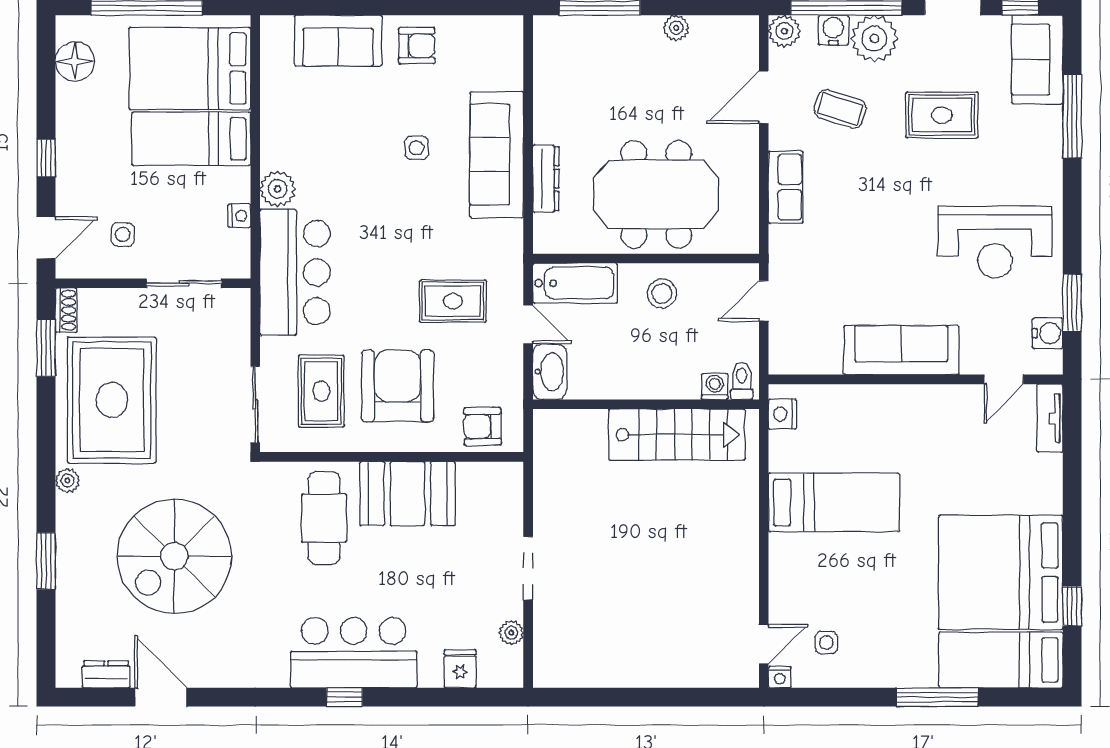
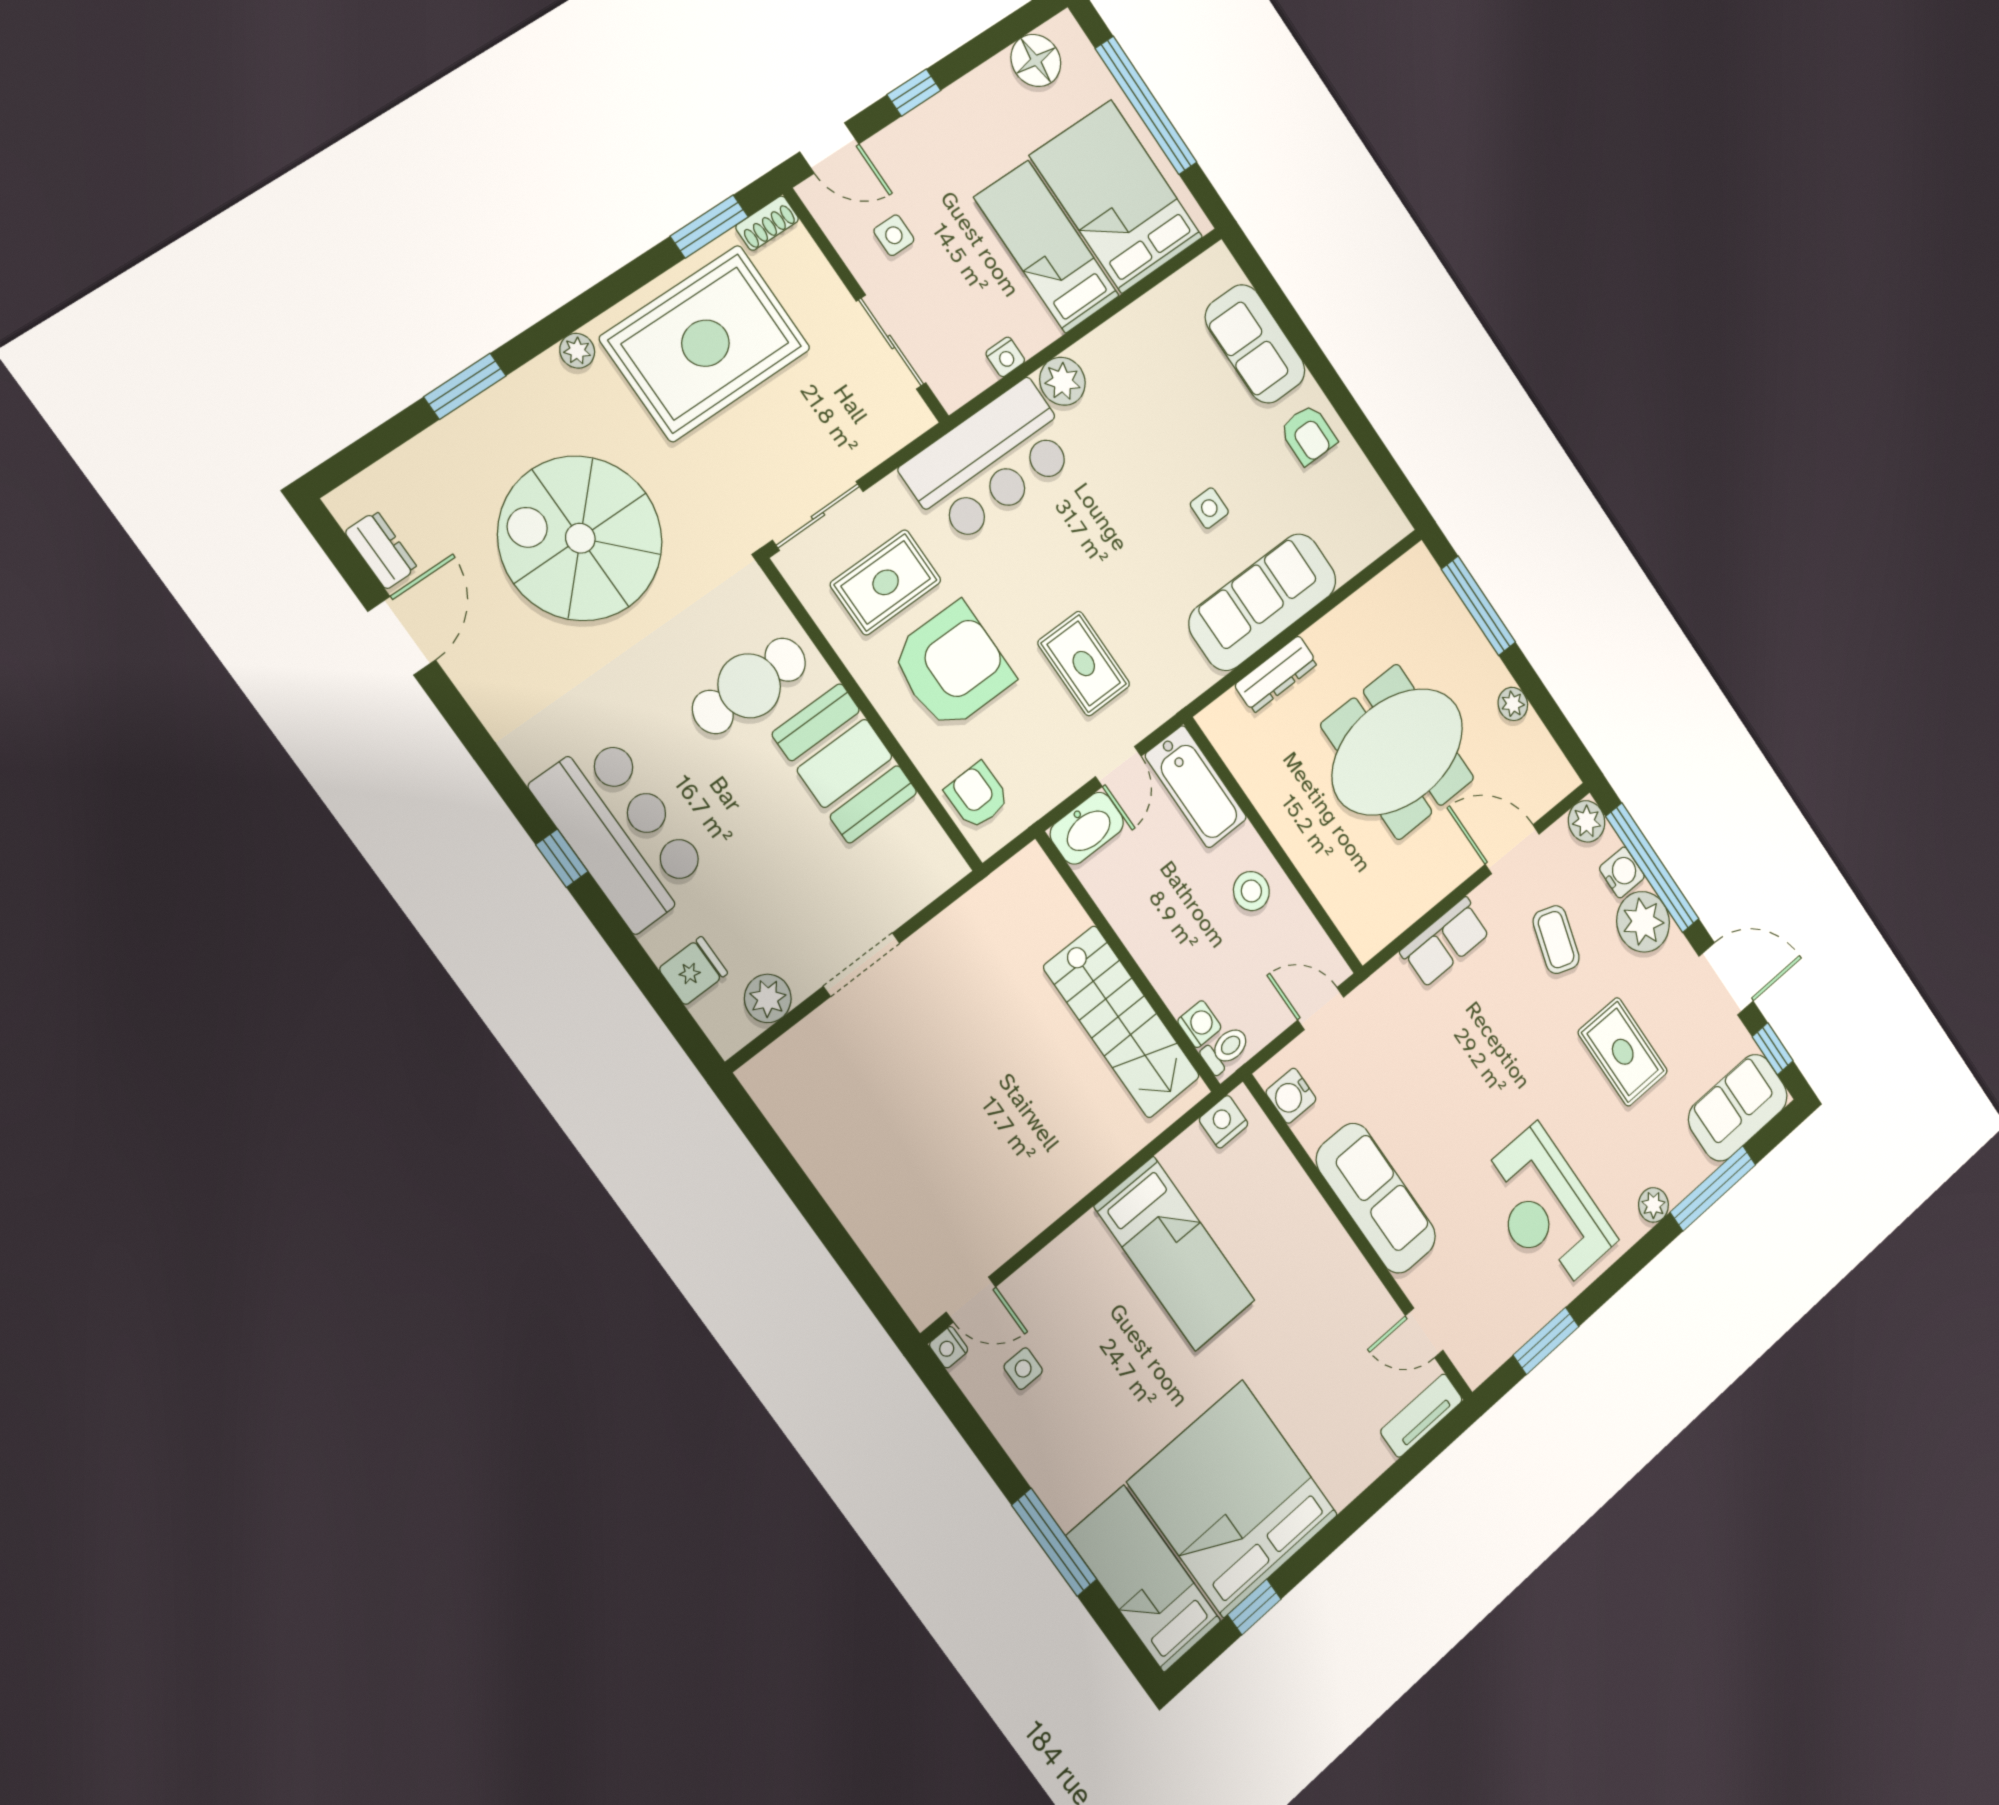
plant: (1050, 166) -> (1653, 1205), added
meeting table: (656, 194) -> (1398, 752), moved, turned 90
water cooler: (1048, 333) -> (1291, 1096), moved, turned 90
plant: (511, 633) -> (768, 998), width x1.38, depth x1.38

